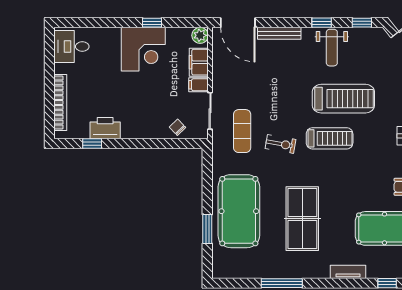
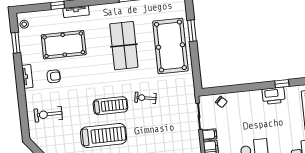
treadmill: (343, 99) -> (103, 136), turned 180
exercise mat: (242, 131) -> (174, 104), removed
treadmill: (330, 138) -> (110, 106), turned 180
tv unit: (348, 272) -> (76, 12), moved

